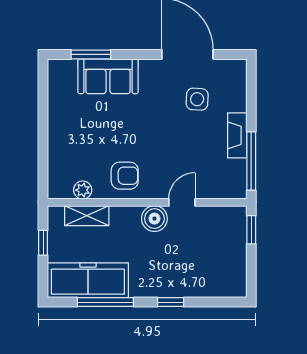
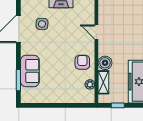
boiler: (154, 219) -> (105, 63), moved

